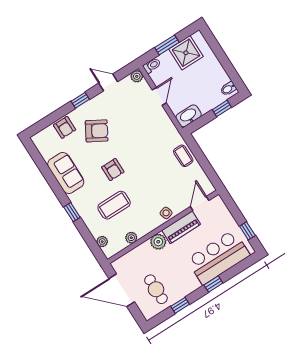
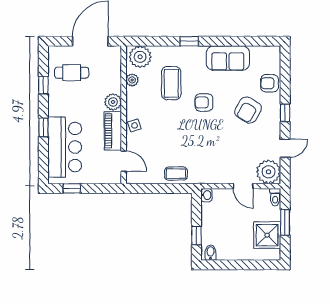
plant: (137, 76) -> (269, 172), width x1.88, depth x1.88
washbasin: (189, 116) -> (206, 195), width x0.52, depth x0.69
plant: (102, 242) -> (140, 57), width x1.88, depth x1.88

